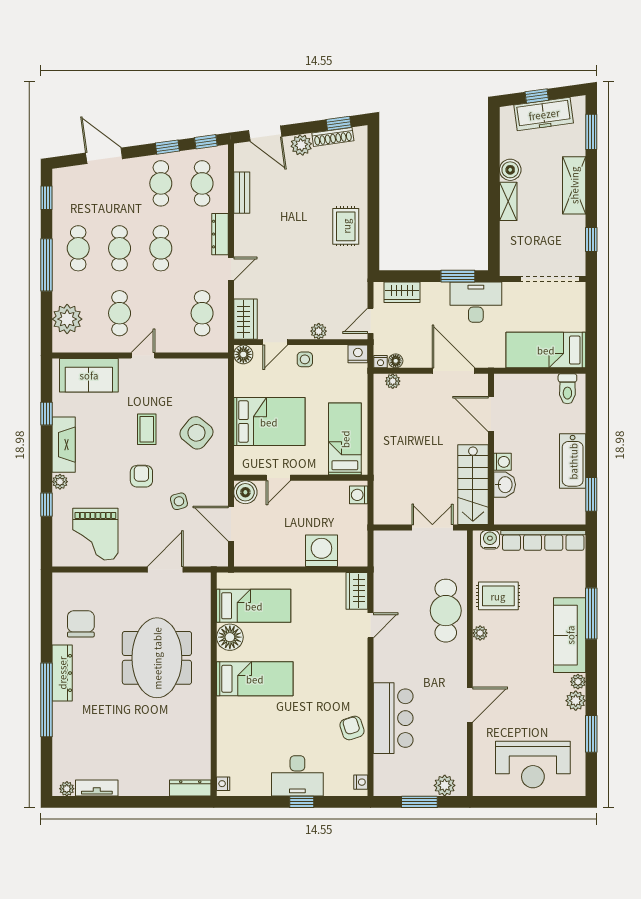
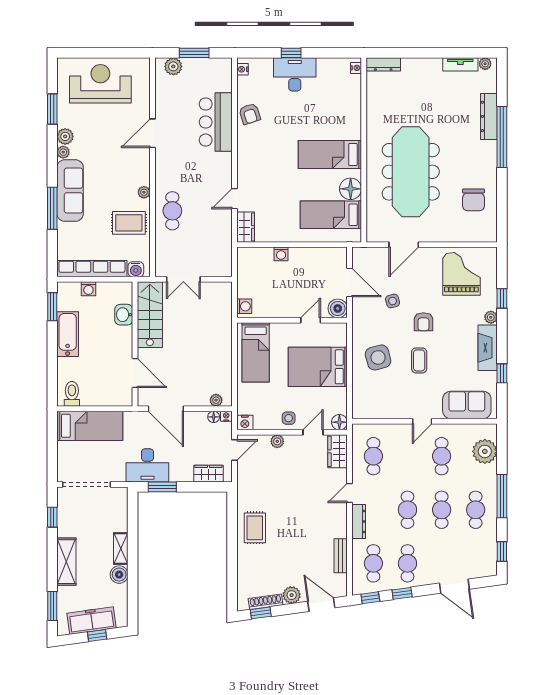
side table: (196, 433) -> (378, 357), turned 36
washing machine: (502, 462) -> (88, 289), moved, turned -90
washing machine: (321, 551) -> (281, 254), width x0.53, depth x0.53
cafe table: (446, 611) -> (172, 211), width x0.73, depth x0.74
meeting table: (157, 658) -> (411, 172), width x1.36
dresser: (62, 673) -> (489, 116), moved

